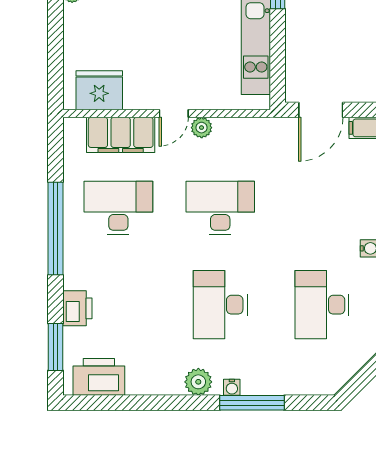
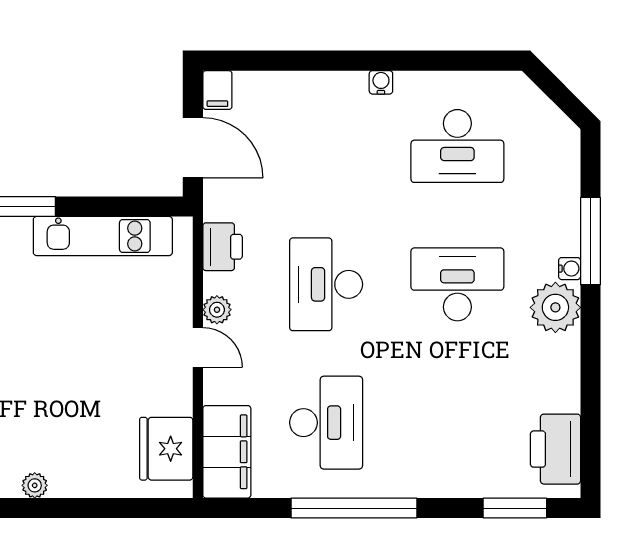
filing cabinet: (121, 135) -> (227, 452), moved
desk: (118, 208) -> (326, 423), turned 180
desk: (220, 305) -> (457, 284), turned 180
printer: (77, 308) -> (223, 247), moved, turned 90
plant: (198, 382) -> (555, 307), width x1.36, depth x1.36

